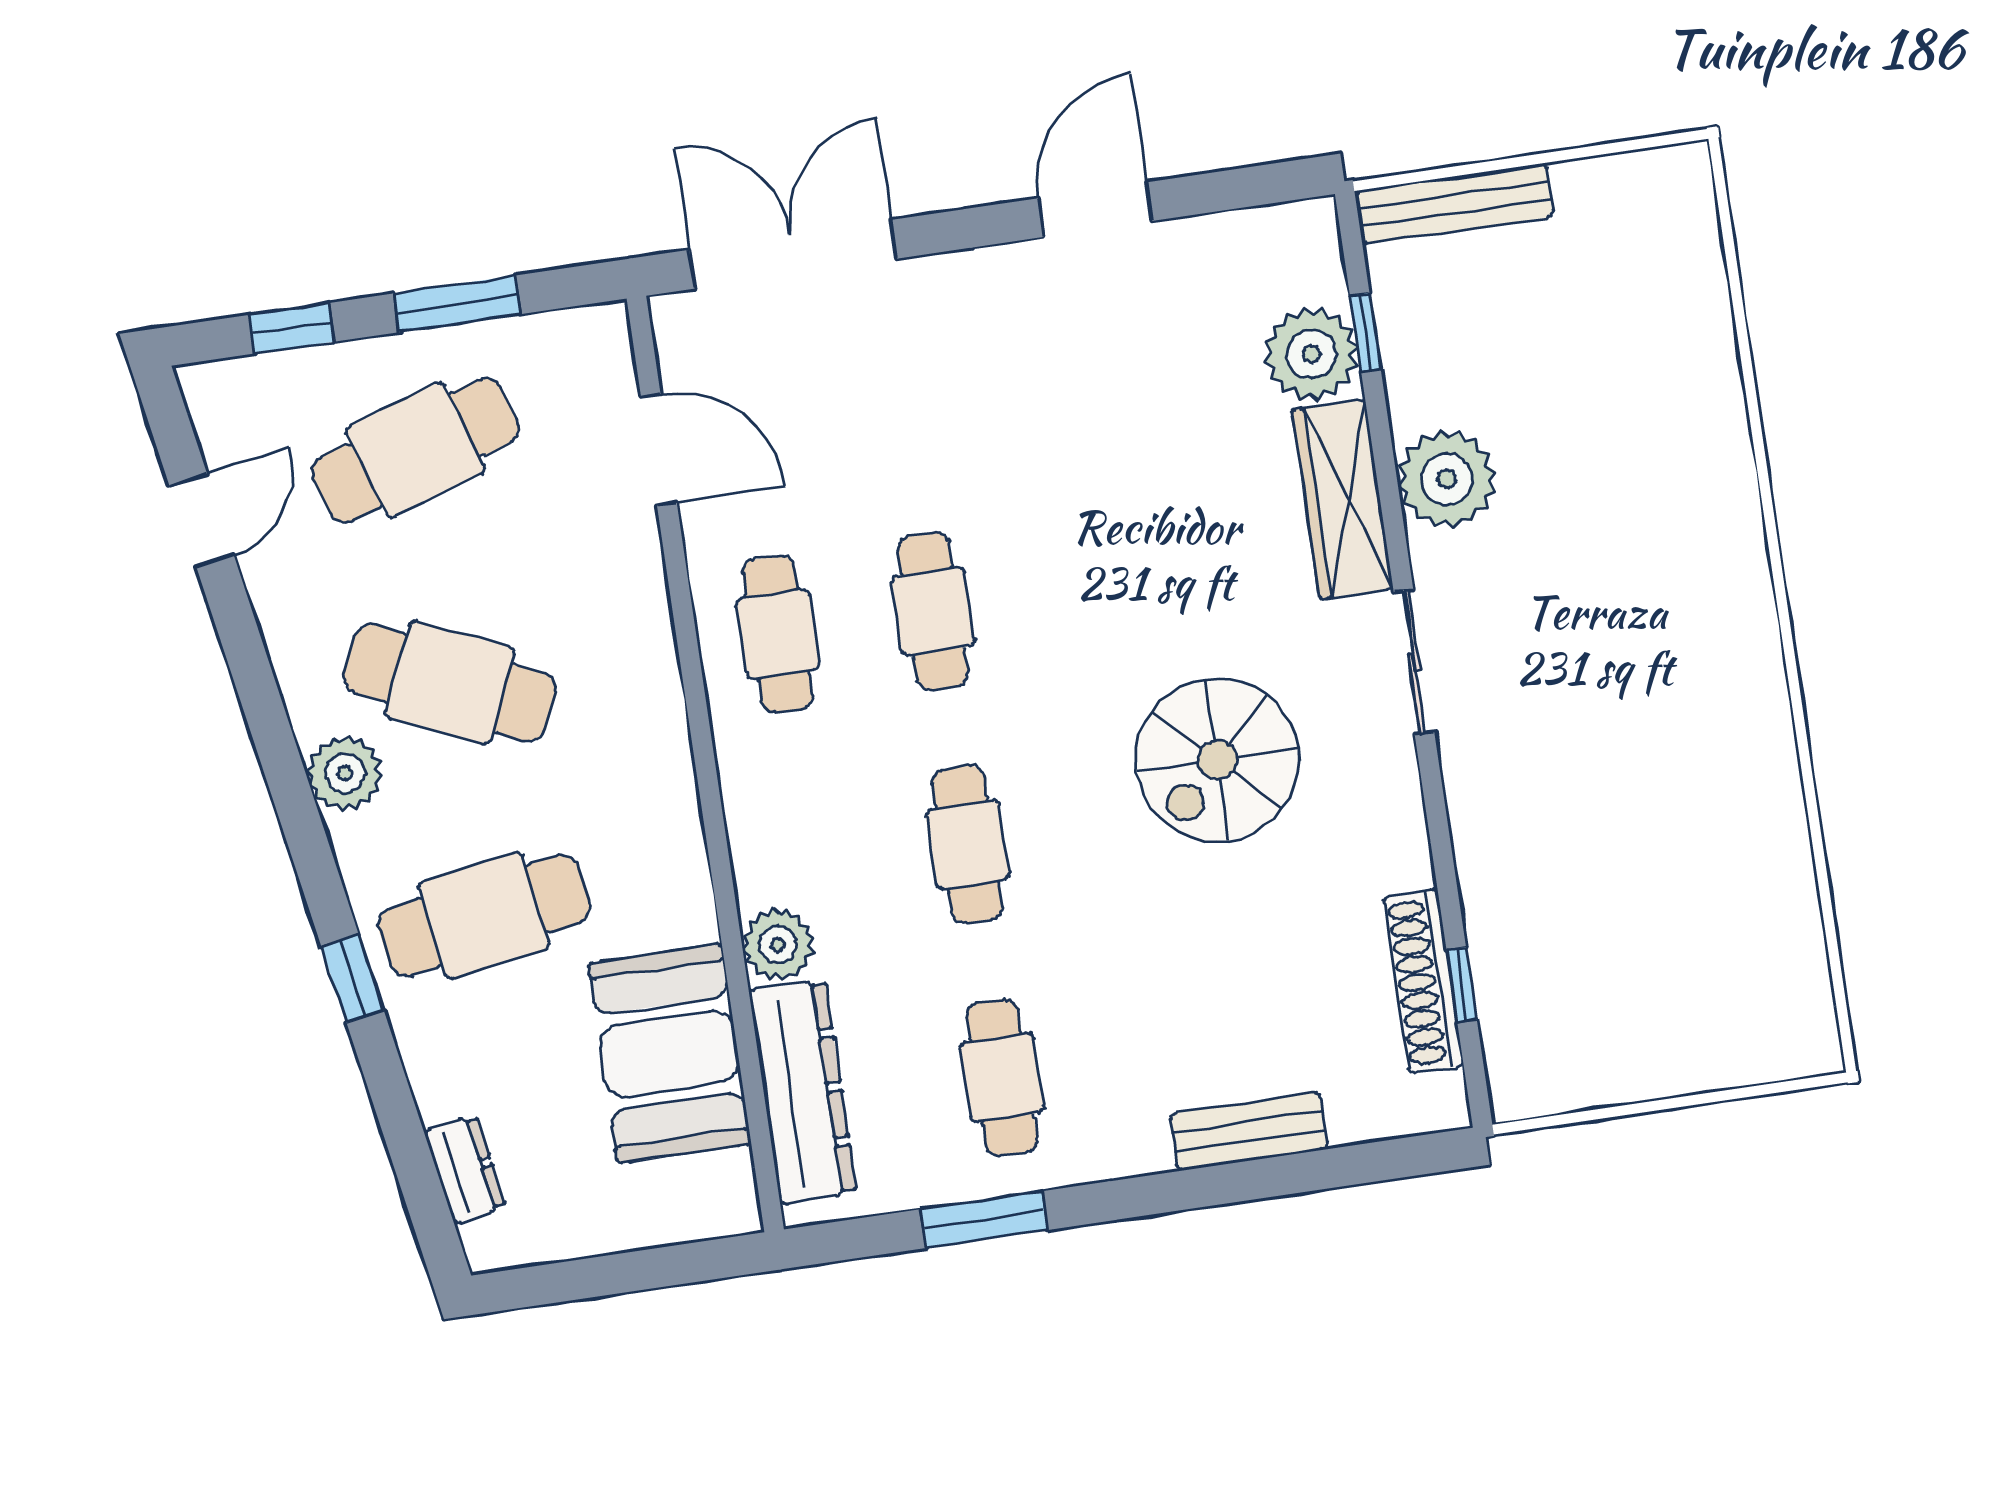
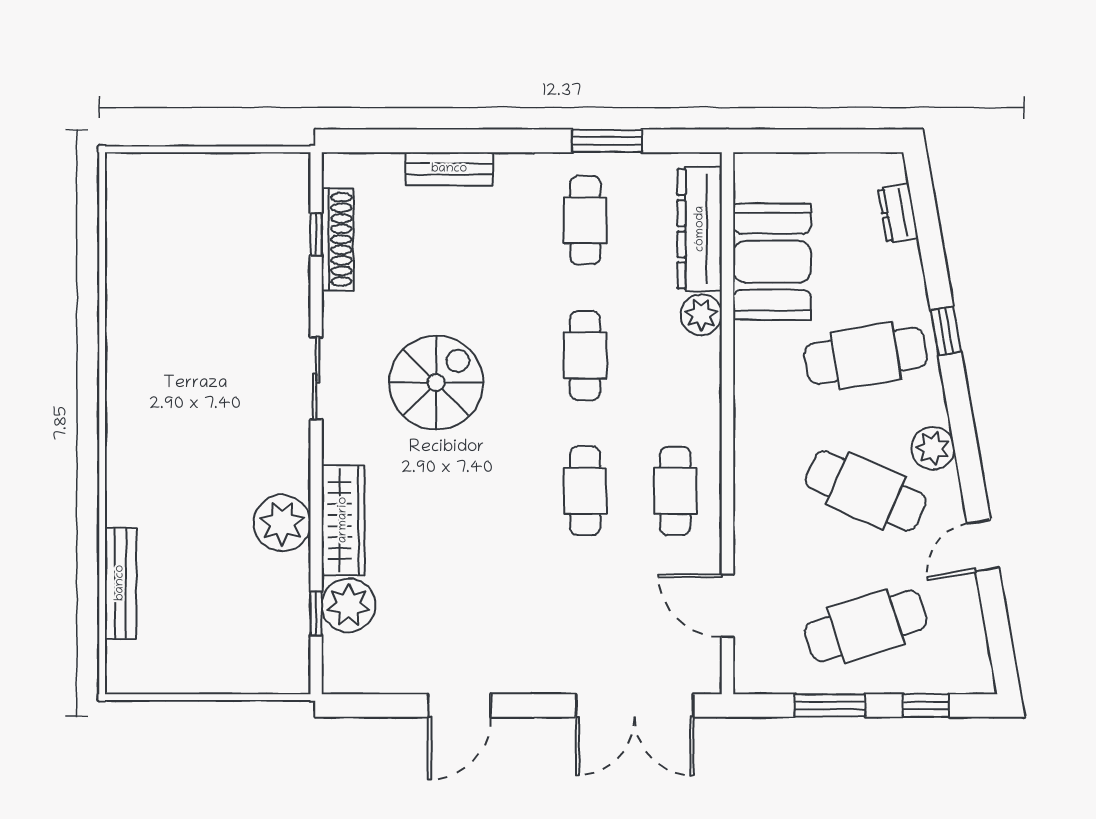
bench: (1454, 204) -> (120, 583), moved, turned 90
door: (202, 521) -> (983, 546), moved
sliding door: (1414, 662) -> (316, 378), moved

